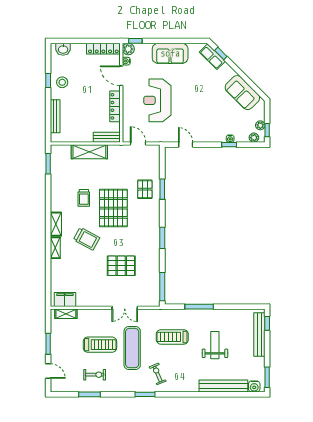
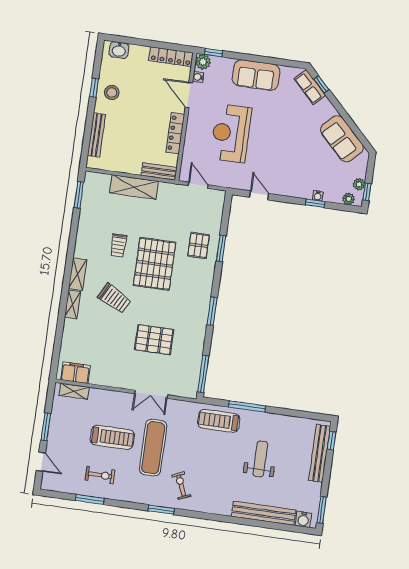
treadmill: (172, 337) -> (219, 421), moved

